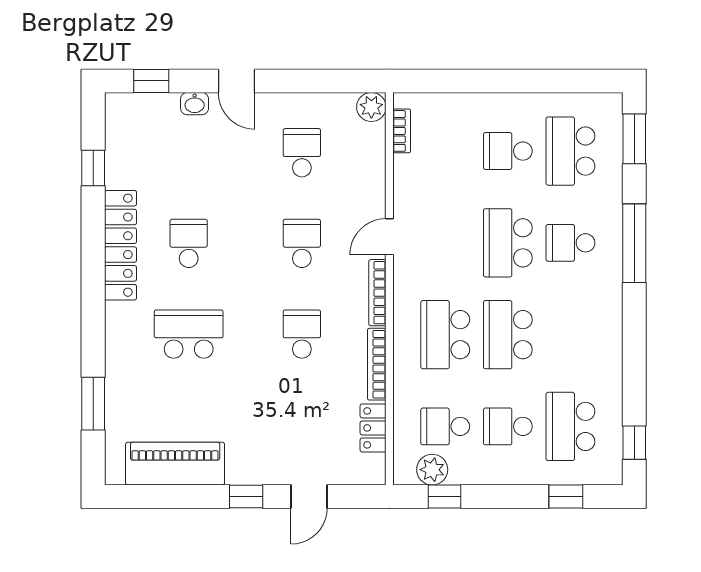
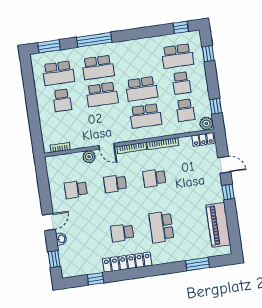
plant: (371, 107) -> (89, 157), moved
school desk: (570, 243) -> (98, 67), width x1.85
locker: (373, 428) -> (203, 140), moved
plant: (432, 470) -> (206, 124), moved

